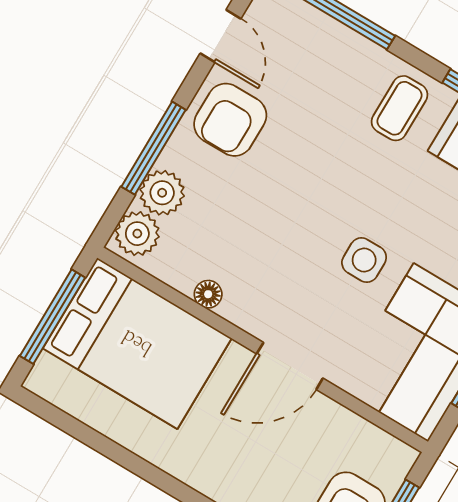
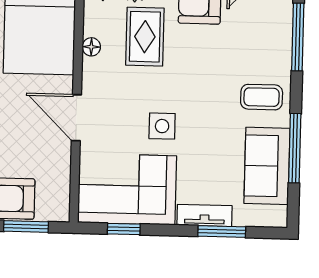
rug: (234, 217) -> (145, 37), added

